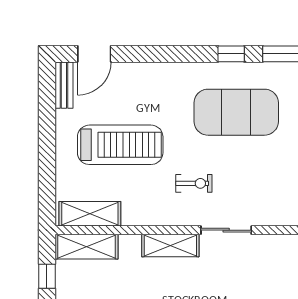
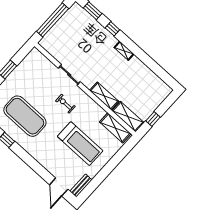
door: (94, 54) -> (59, 187), swing flipped
treadmill: (120, 145) -> (80, 144), turned 180
shelving: (170, 246) -> (104, 96), moved

